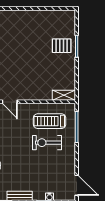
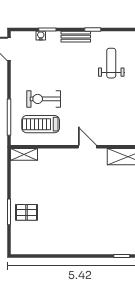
treadmill: (50, 121) -> (41, 124), turned 180
exercise bike: (47, 143) -> (44, 99), turned 180

